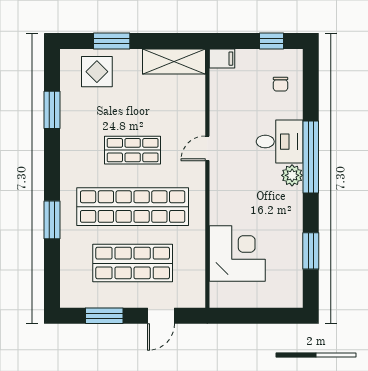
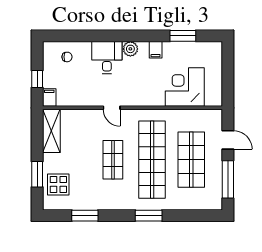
window: (271, 41) -> (37, 79), moved
window: (311, 157) -> (118, 36), removed
filing cabinet: (291, 212) -> (156, 50), added
window: (52, 220) -> (149, 216), moved
window: (104, 316) -> (228, 179), width x1.44

